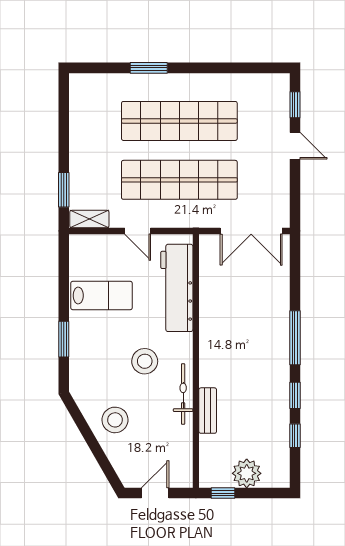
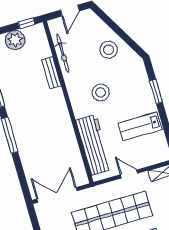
bicycle: (183, 394) -> (63, 53), moved

